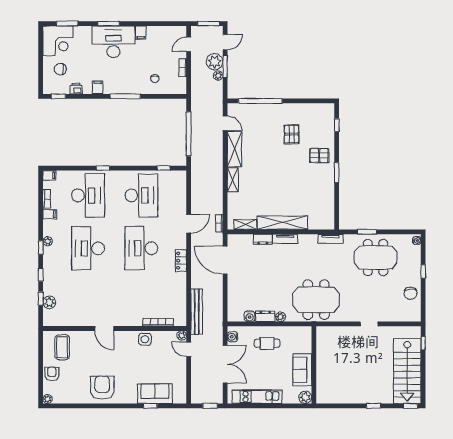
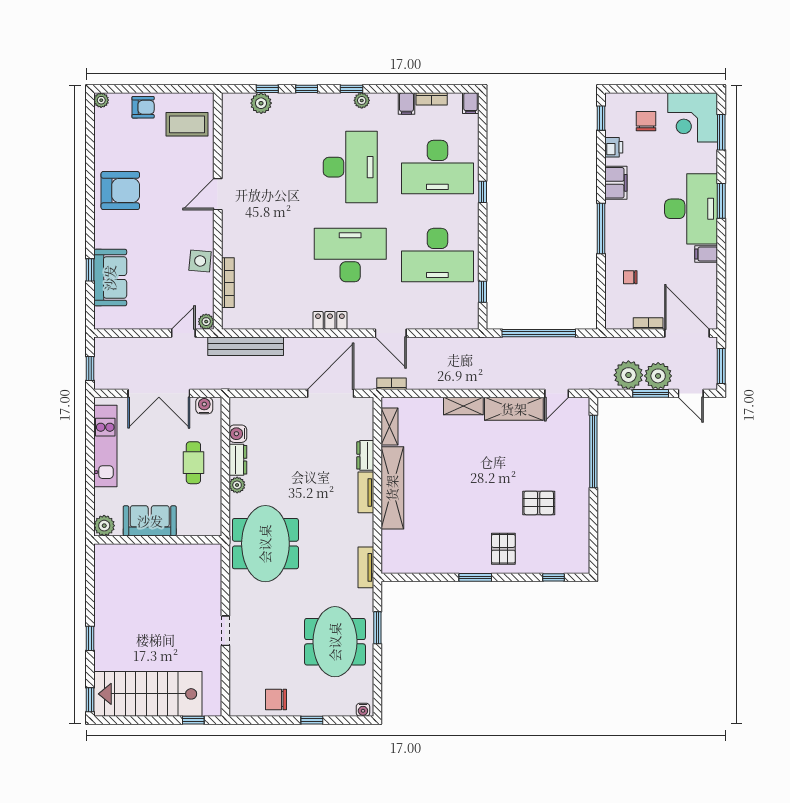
door: (189, 44) -> (687, 333), width x1.87
plant: (218, 76) -> (628, 375), width x1.87, depth x1.87
filing cabinet: (98, 87) -> (616, 183), width x2.00
desk: (88, 248) -> (350, 167), turned 90

